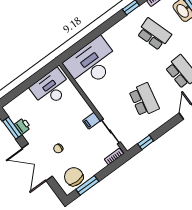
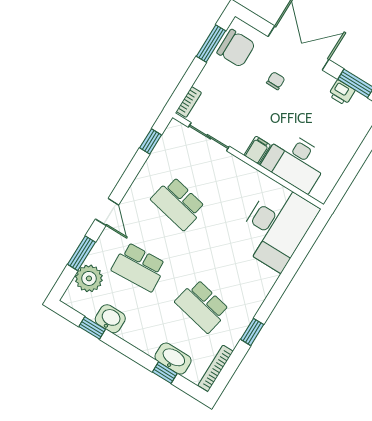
school desk: (154, 34) -> (202, 306), turned 30
desk: (51, 88) -> (295, 161), moved, turned 90
filing cabinet: (92, 121) -> (257, 150), moved

